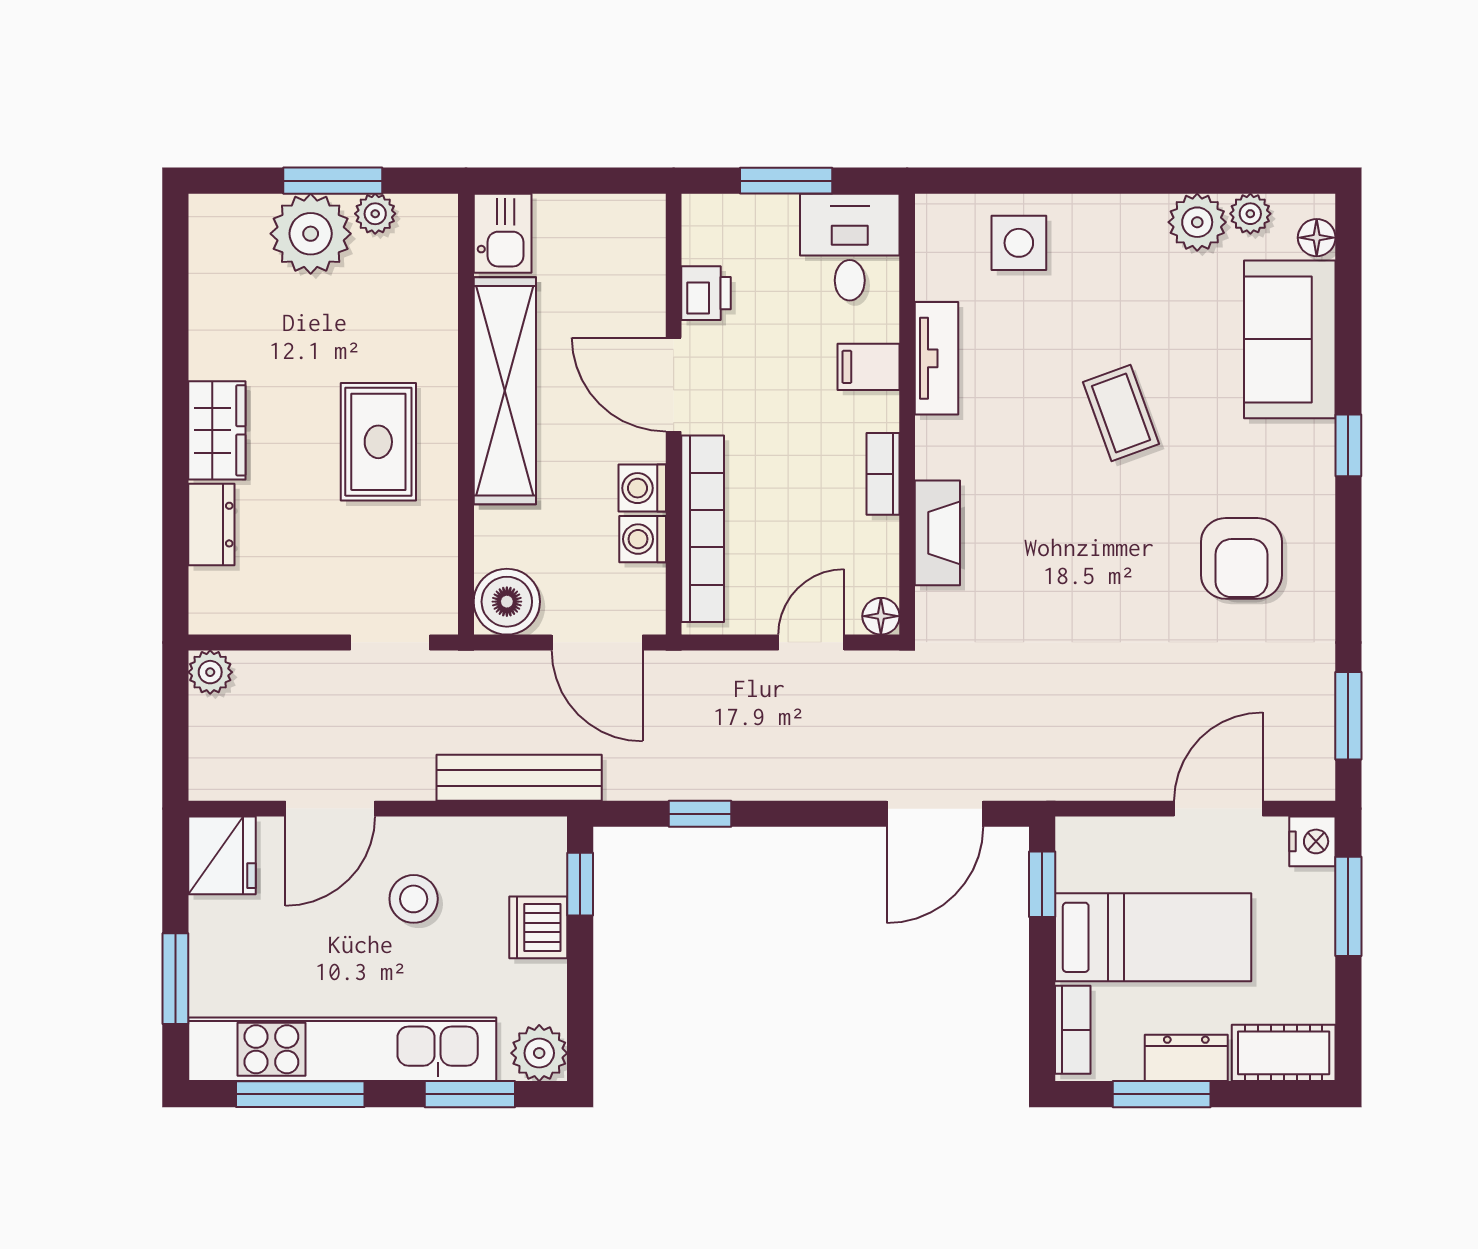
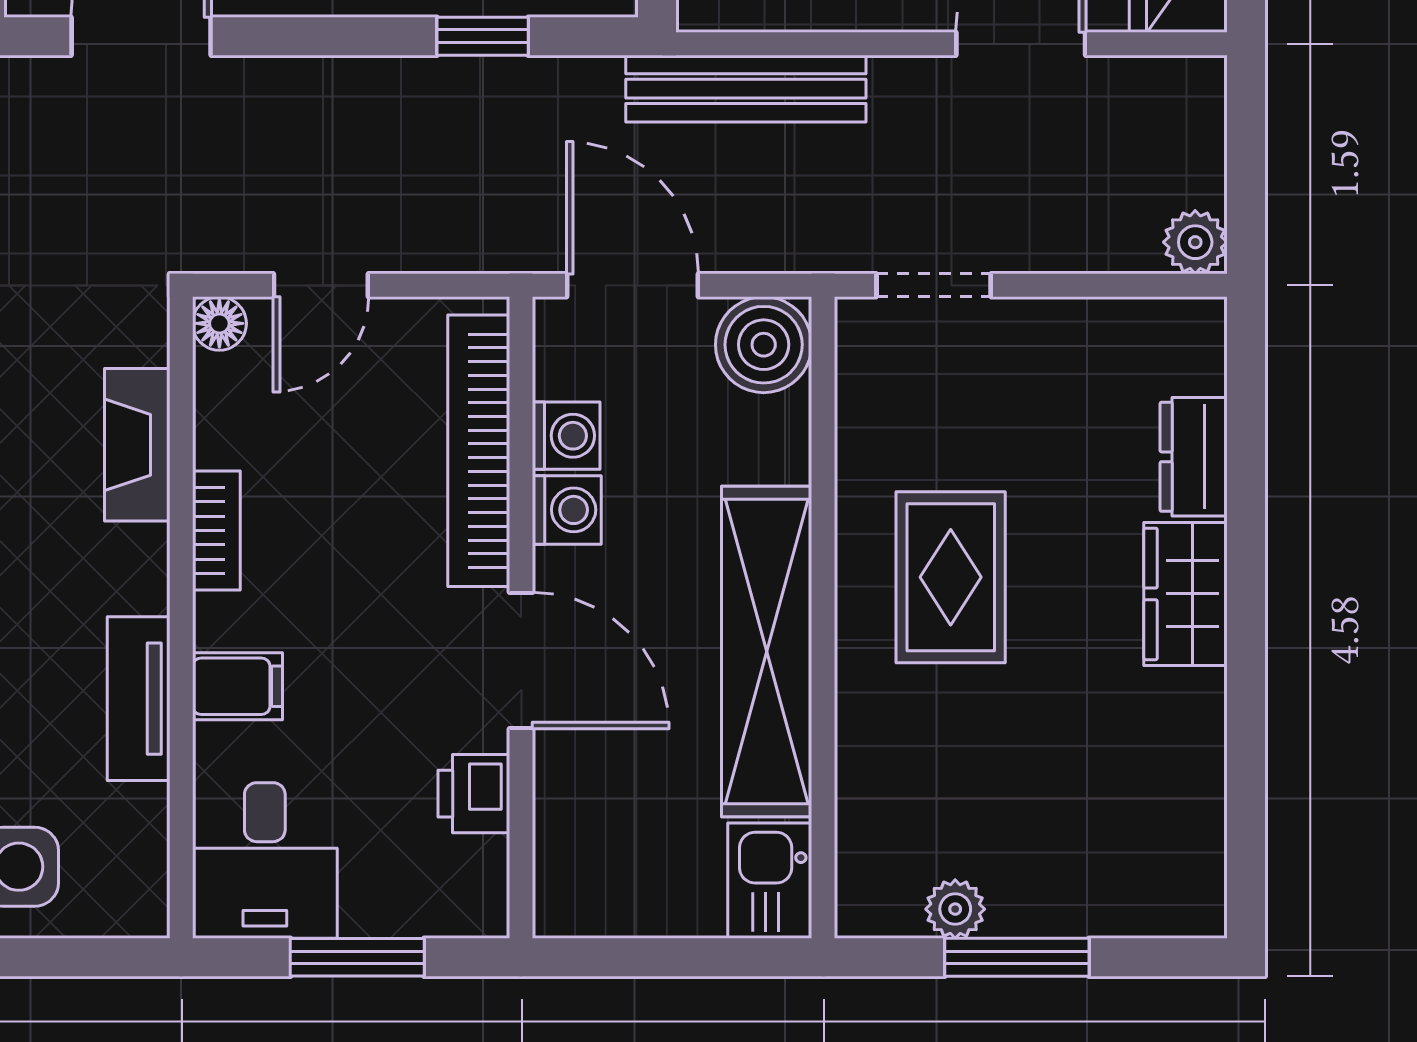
plant: (311, 234) -> (1049, 880), removed

